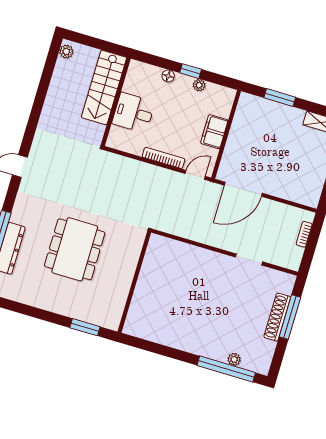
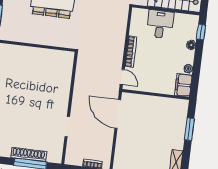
window: (191, 71) -> (201, 32), moved
filing cabinet: (214, 132) -> (183, 85), moved, turned -90

